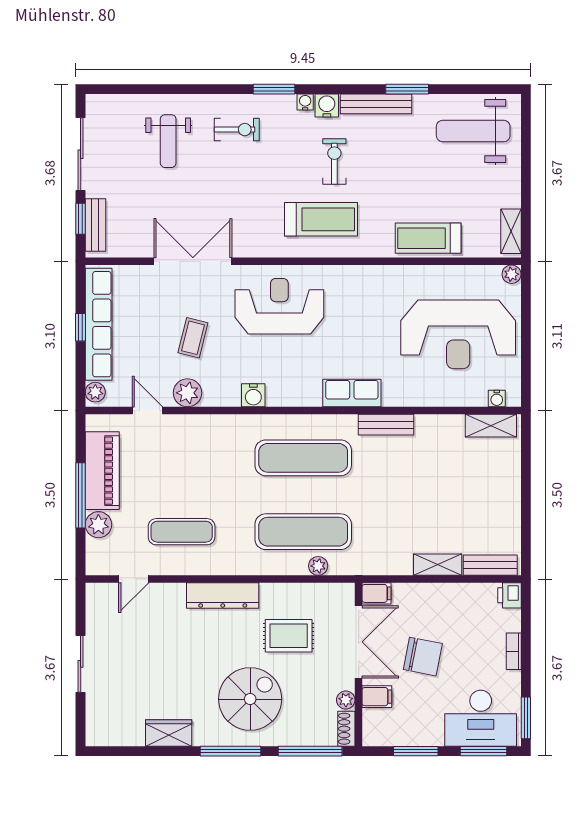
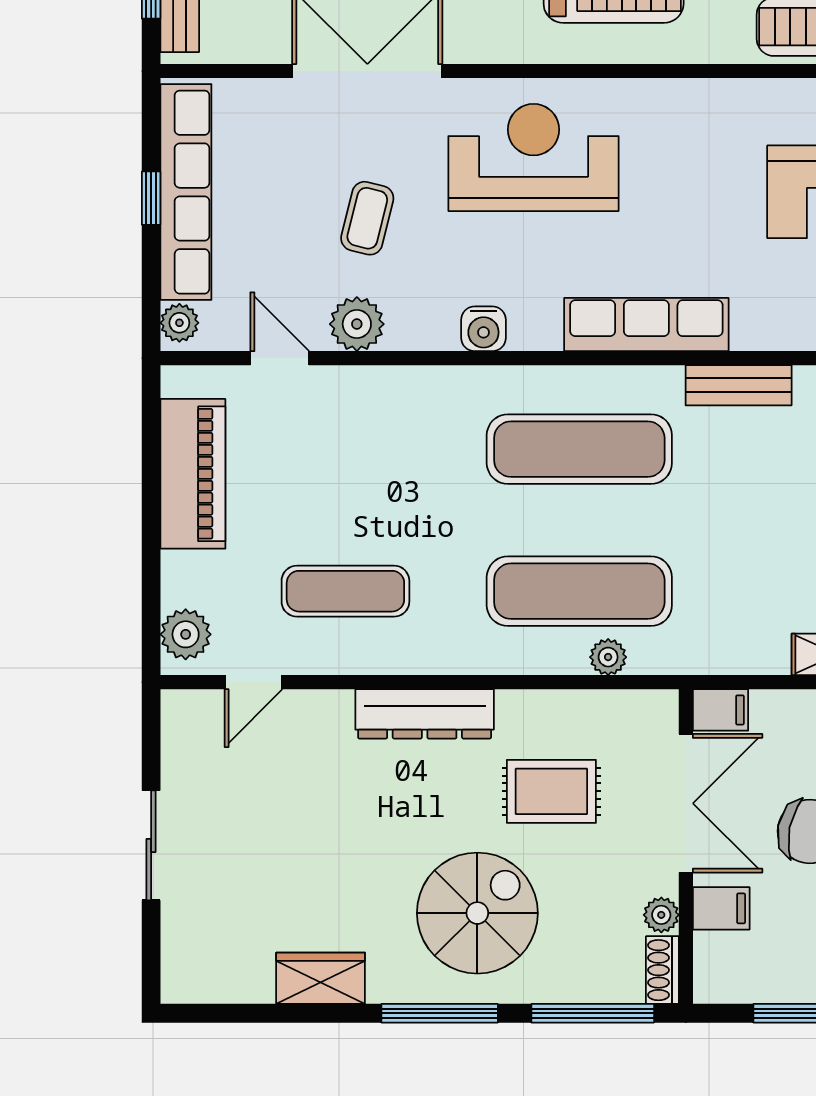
row of seats: (352, 393) -> (646, 325), width x1.48
window: (81, 495) -> (151, 521), removed
plant: (98, 525) -> (186, 634), moved

